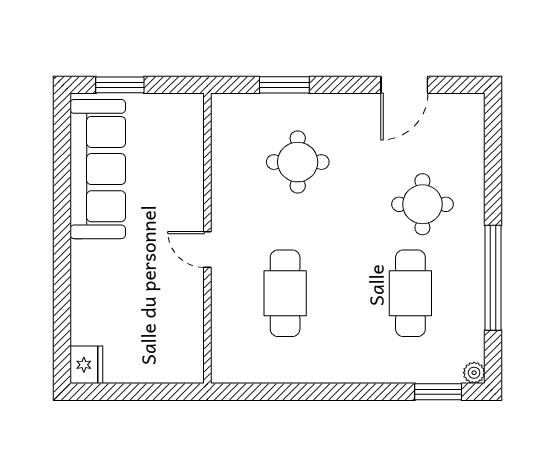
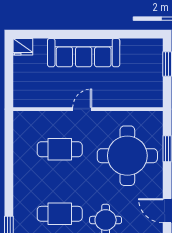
round table: (298, 162) -> (127, 156), width x1.86, depth x1.86
sofa: (98, 169) -> (84, 53), moved

